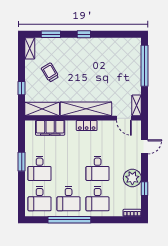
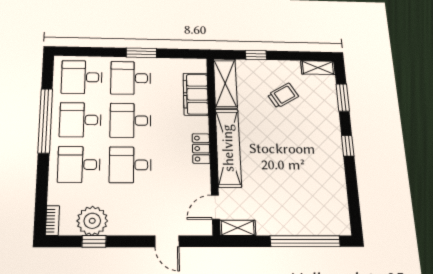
desk: (69, 168) -> (130, 120), added
plant: (132, 178) -> (92, 221), moved

